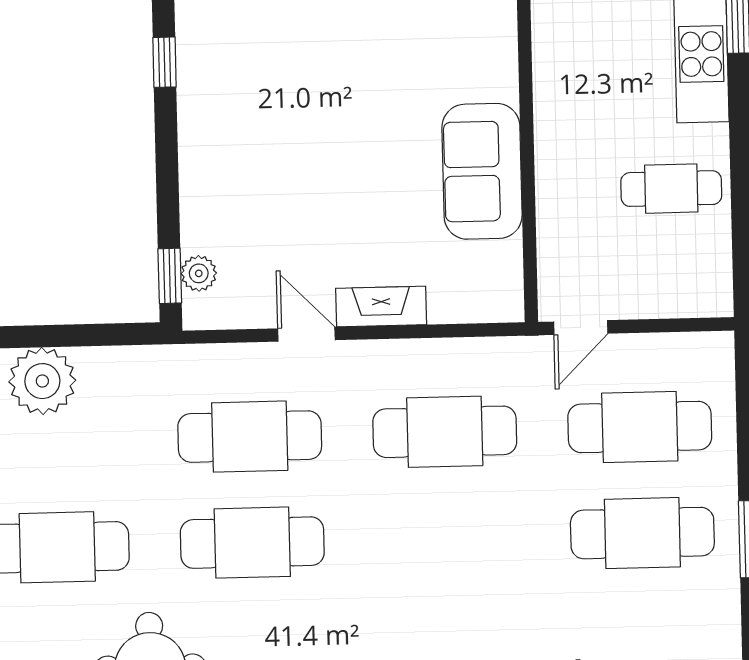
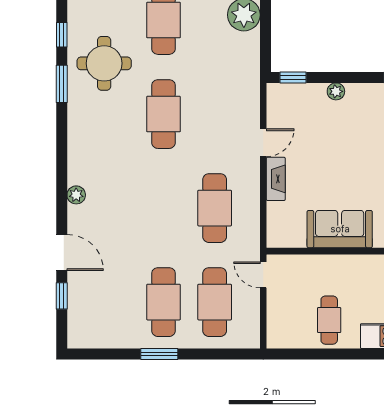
plant: (199, 273) -> (336, 91), moved
cafe table: (250, 437) -> (215, 114), removed

